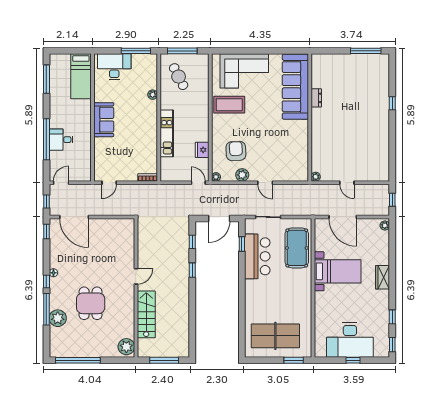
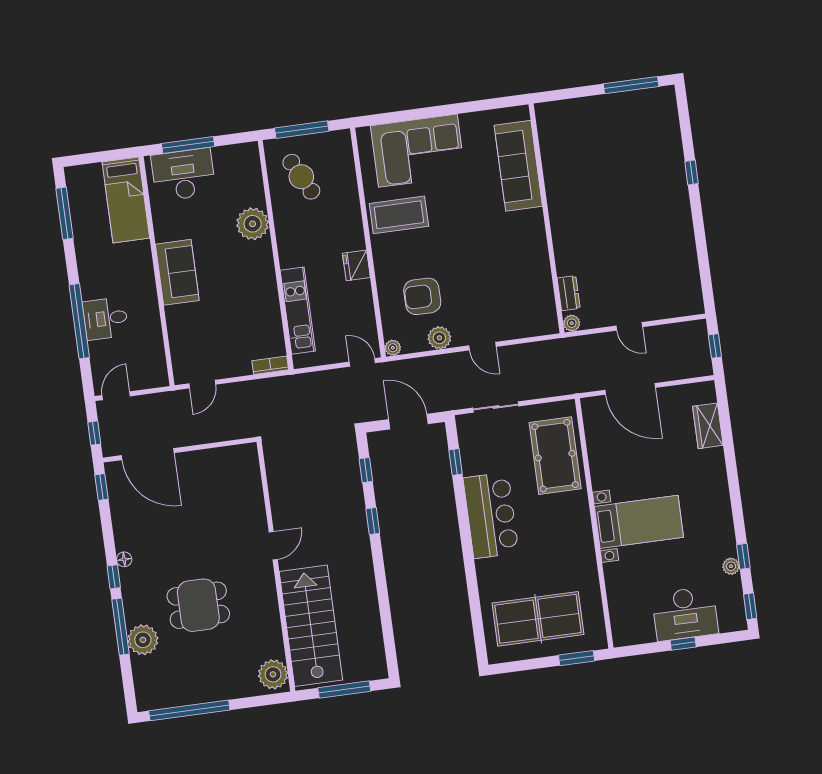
window: (136, 51) -> (188, 145), moved
sofa: (295, 87) -> (518, 166), width x0.74, depth x0.79
plant: (153, 95) -> (253, 224), width x1.88, depth x1.88
dresser: (316, 98) -> (569, 293), moved
kitchen unit: (167, 133) -> (298, 311), moved
fridge: (202, 150) -> (356, 265), moved
armchair: (236, 151) -> (422, 296), turned -87
door: (219, 218) -> (408, 422), swing flipped
plant: (385, 225) -> (731, 566), moved
bar counter: (257, 256) -> (491, 515), moved
bed with nightstands: (338, 271) -> (639, 522), moved
wardrobe: (383, 277) -> (708, 426), moved
dining table: (91, 303) -> (198, 605), turned 90
stairs: (146, 314) -> (311, 626), width x1.36, depth x1.51
desk: (350, 340) -> (685, 614), width x0.73, depth x0.77

